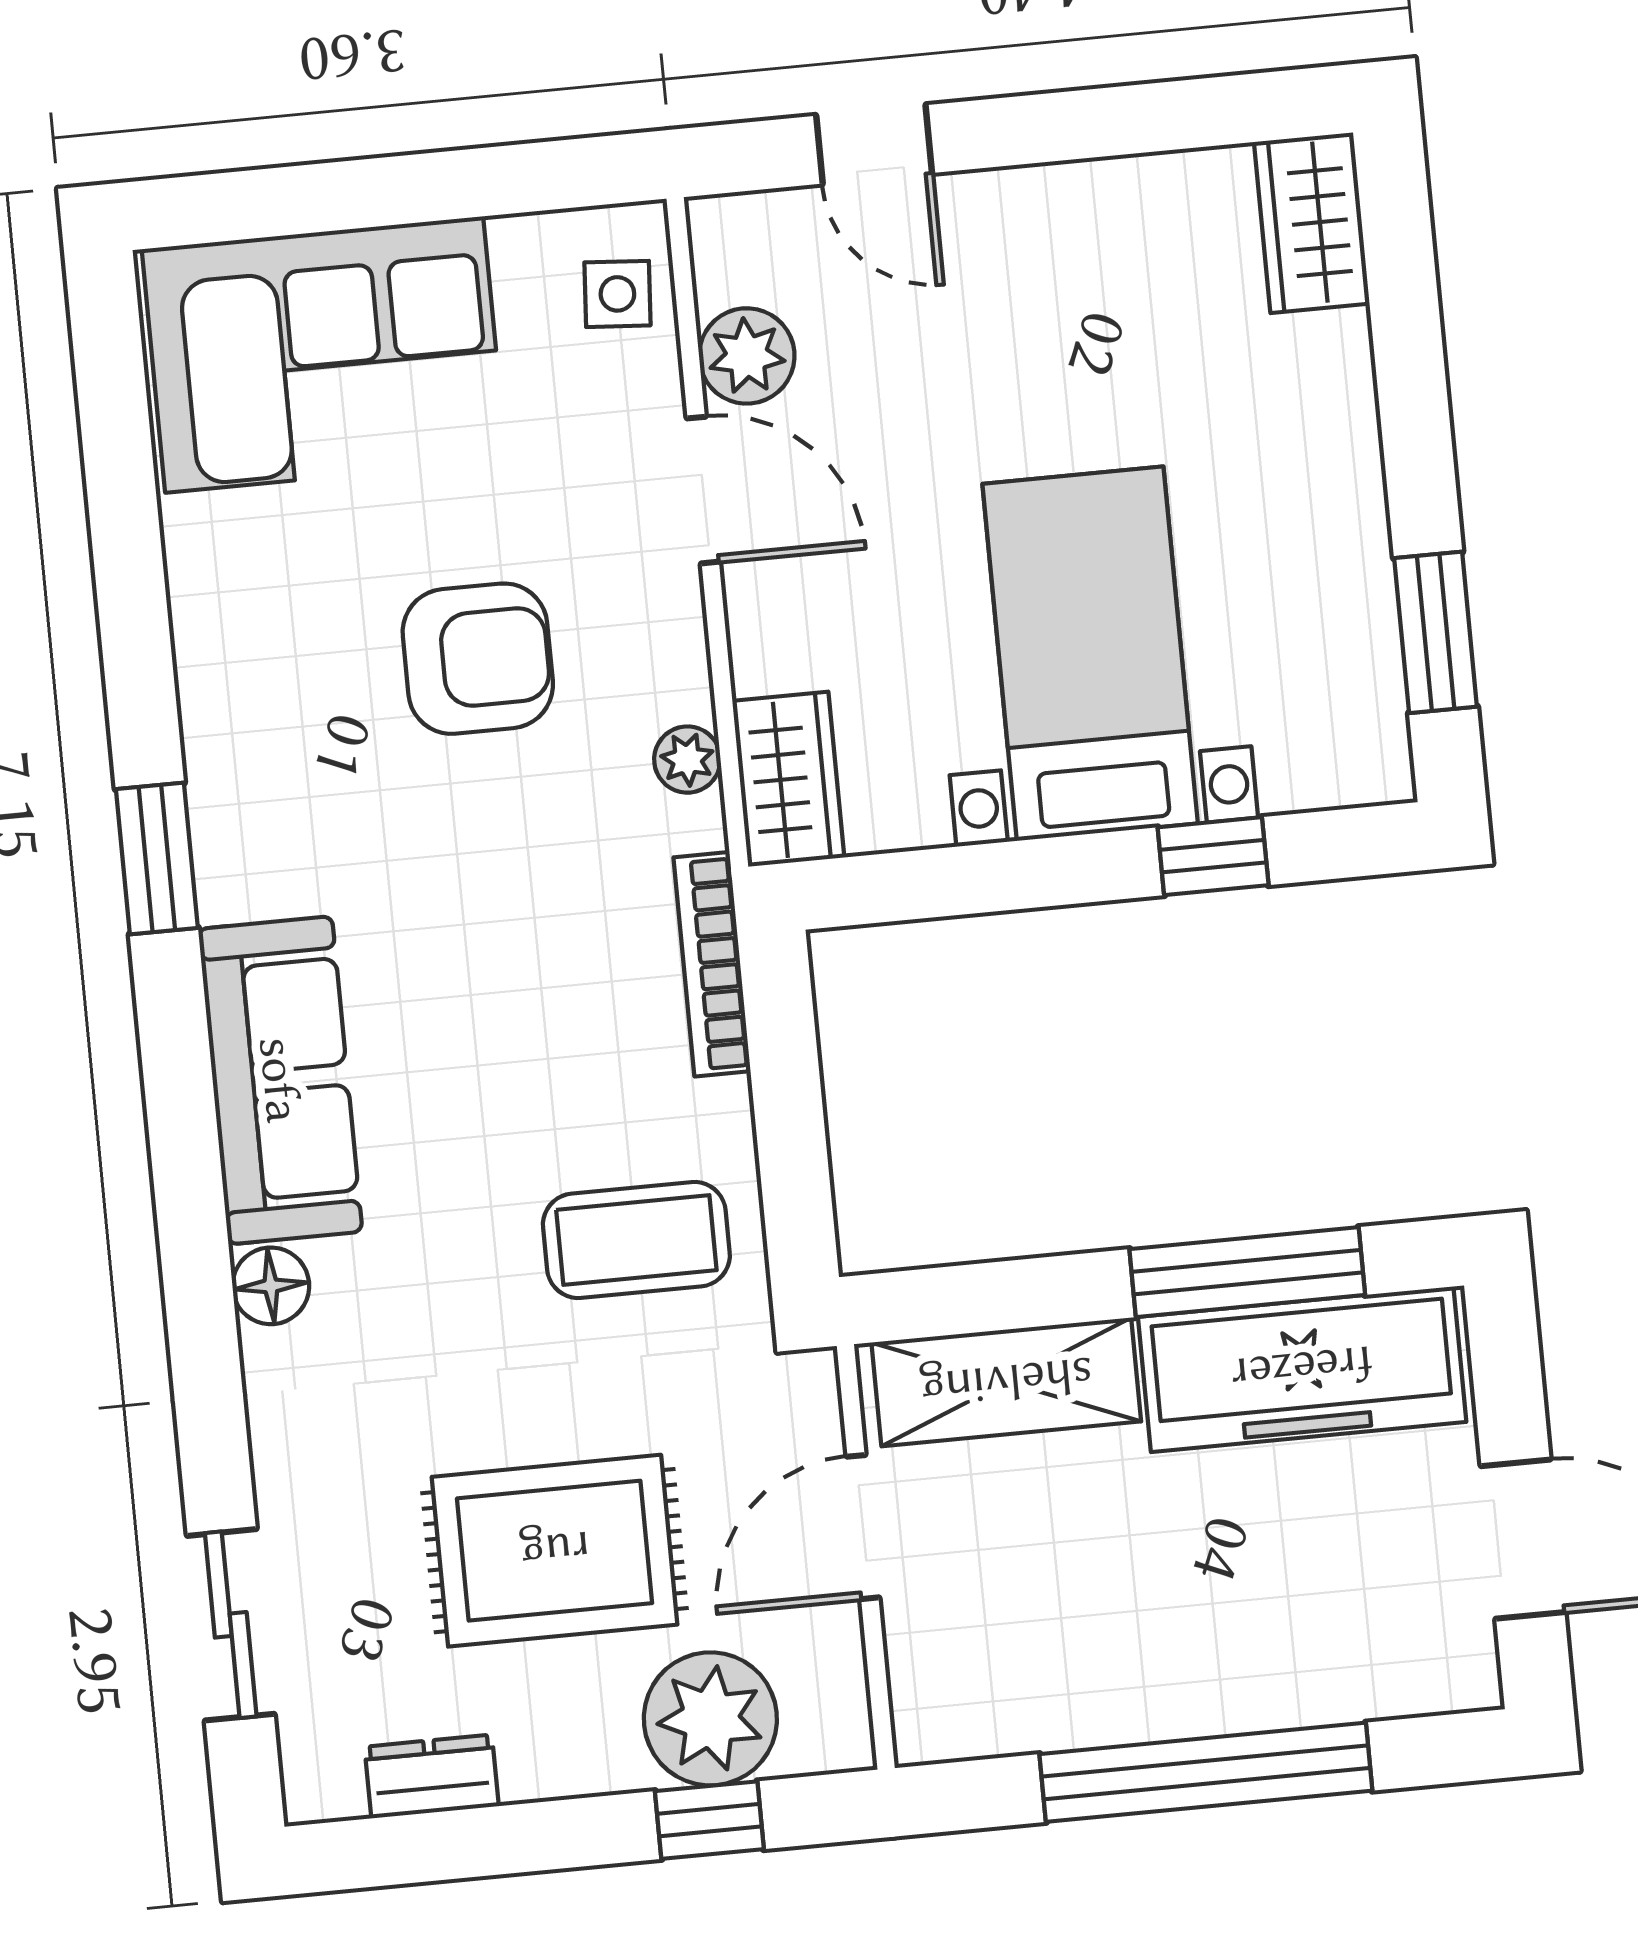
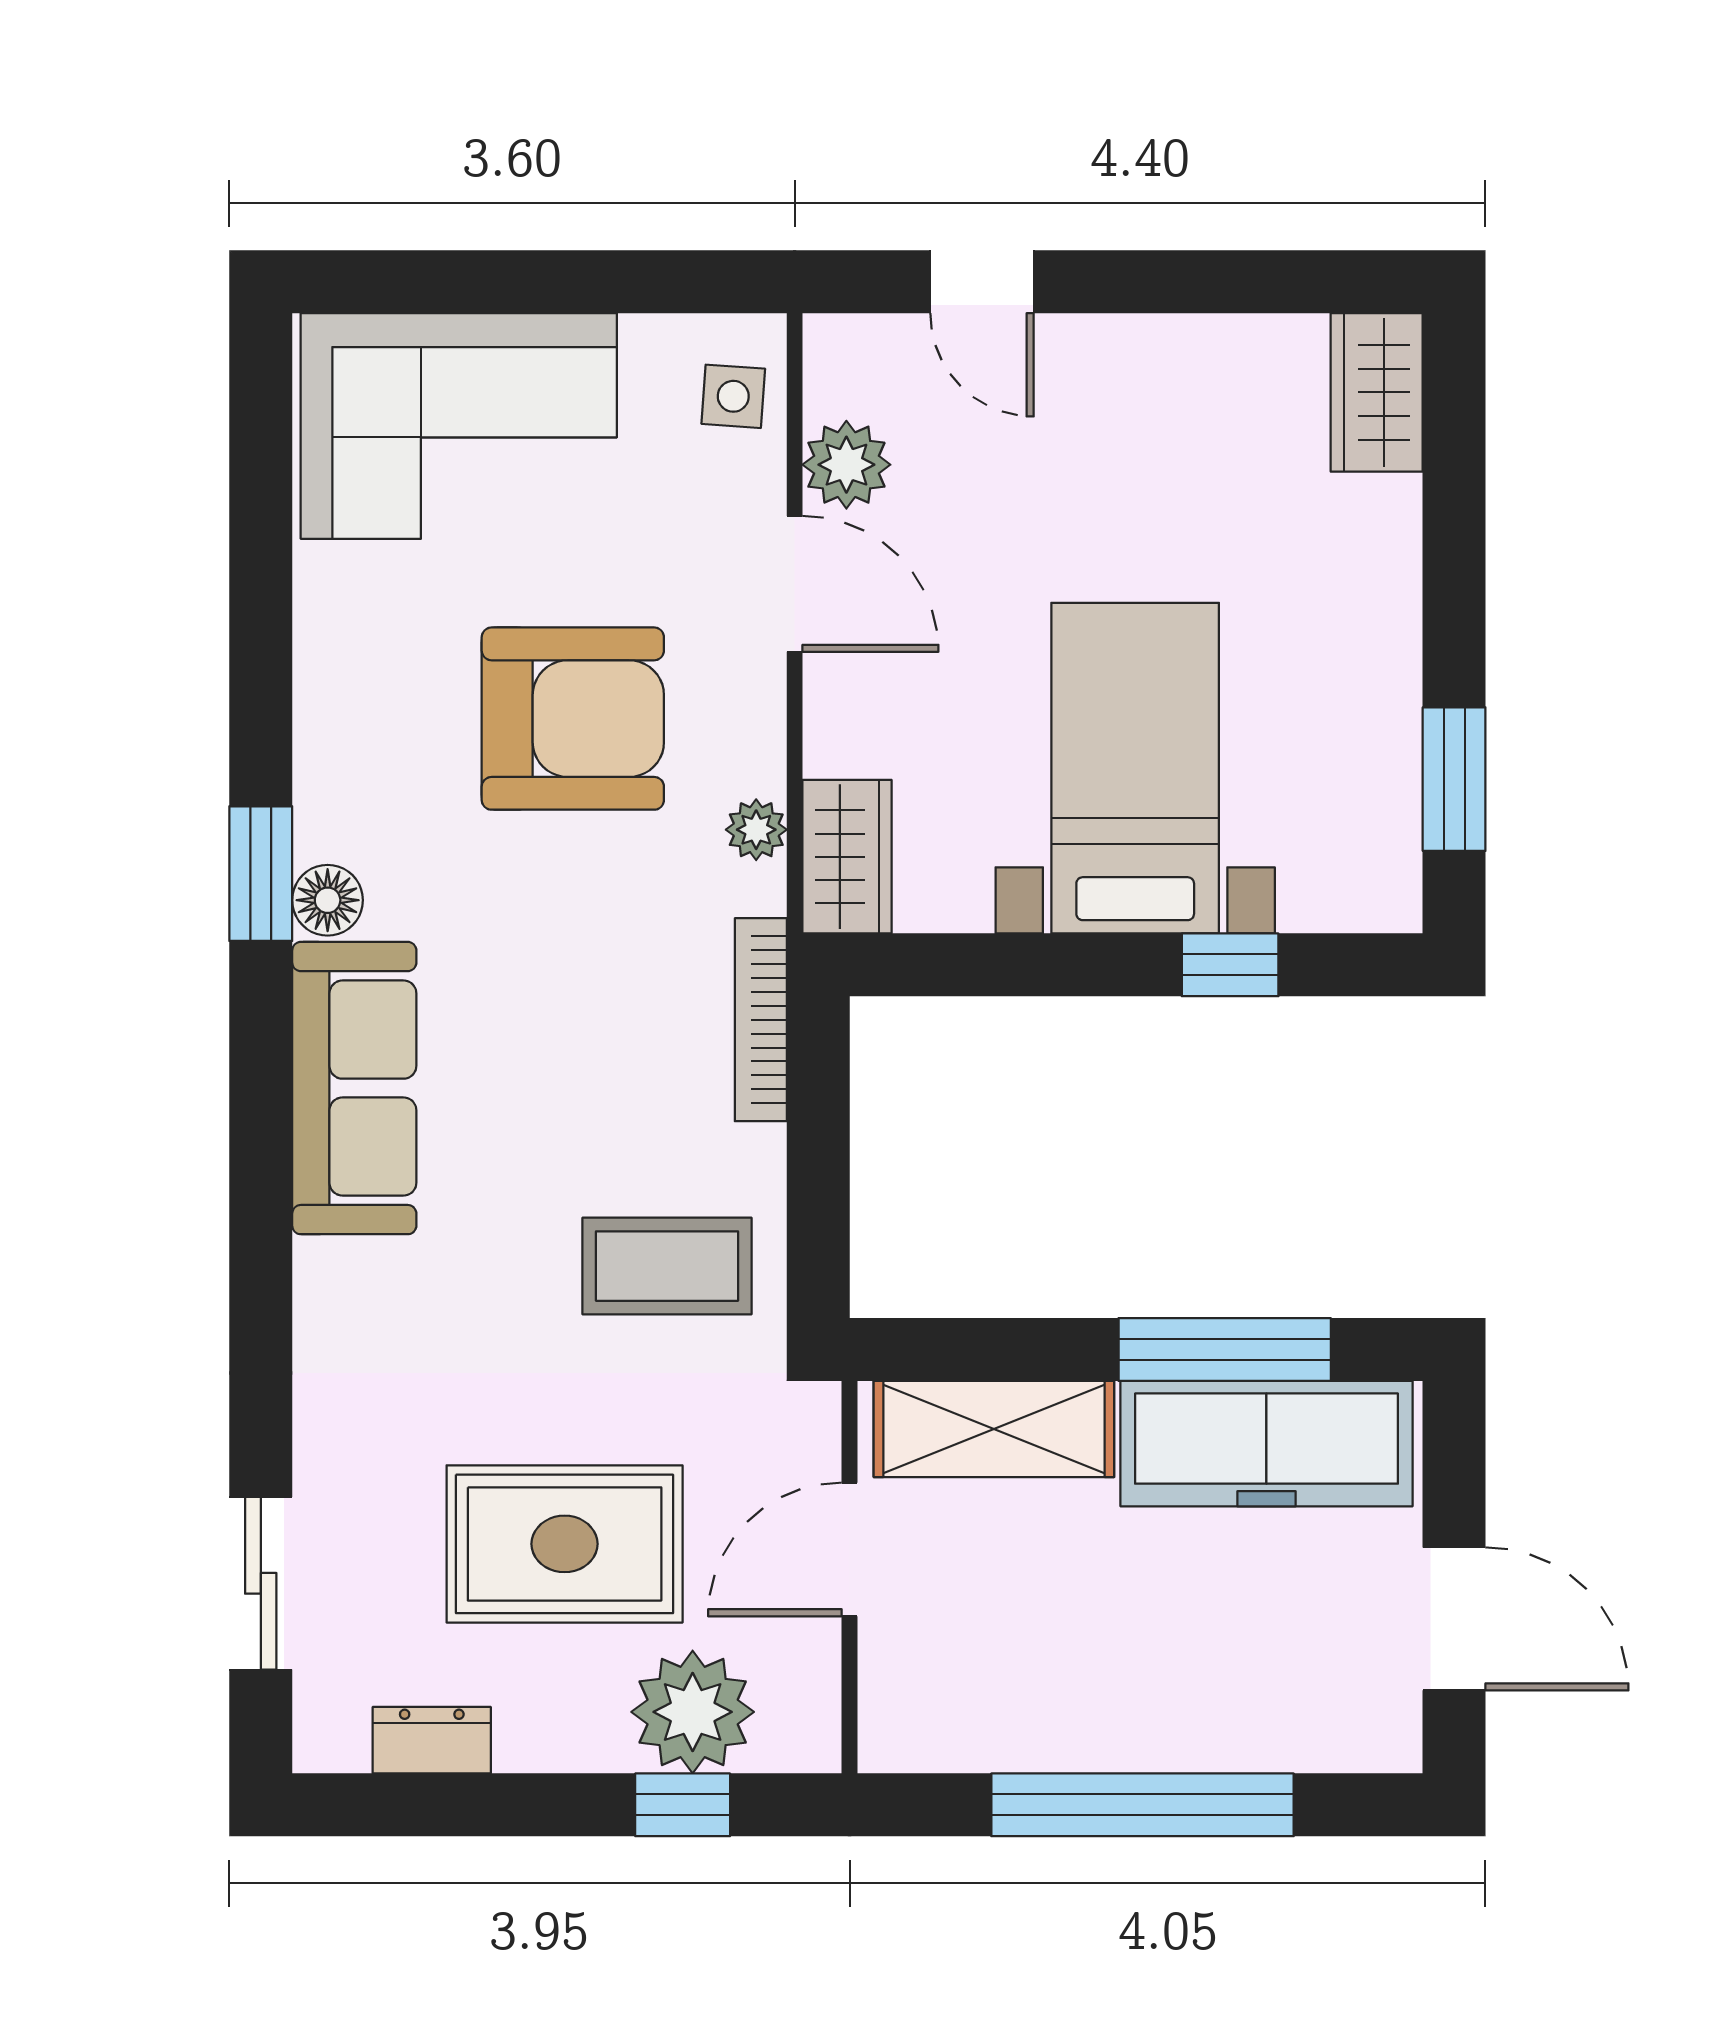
armchair: (478, 659) -> (573, 719), width x1.36, depth x1.36
floor lamp: (271, 1286) -> (328, 900), moved

